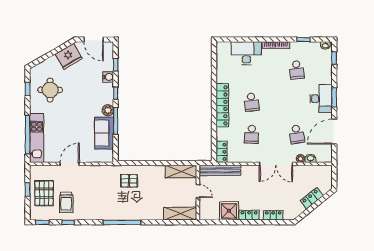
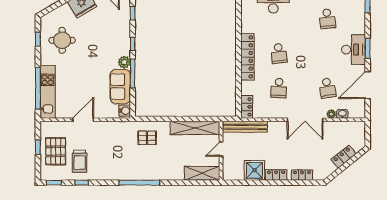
water cooler: (108, 77) -> (125, 111), moved
shelving: (181, 171) -> (195, 128), width x1.47
door: (198, 191) -> (221, 149), swing flipped

